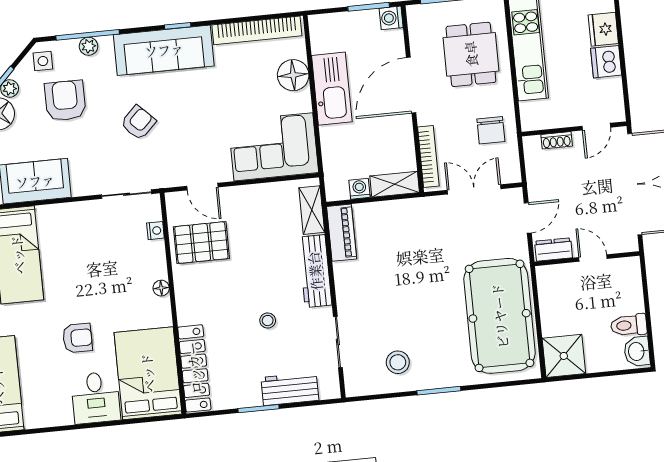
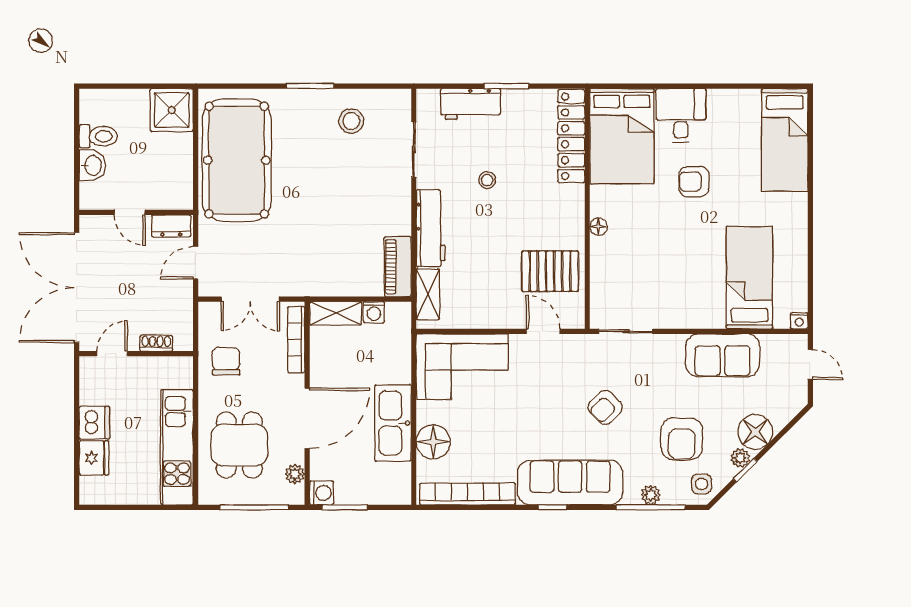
plant: (417, 33) -> (295, 474), added
nightstand: (155, 231) -> (598, 289), removed
washbasin: (637, 351) -> (92, 165), moved

